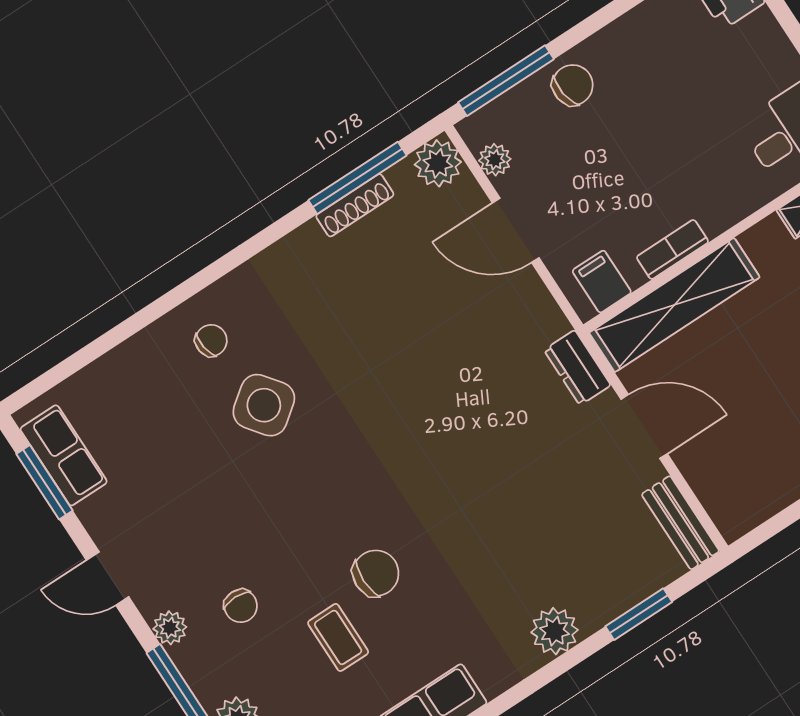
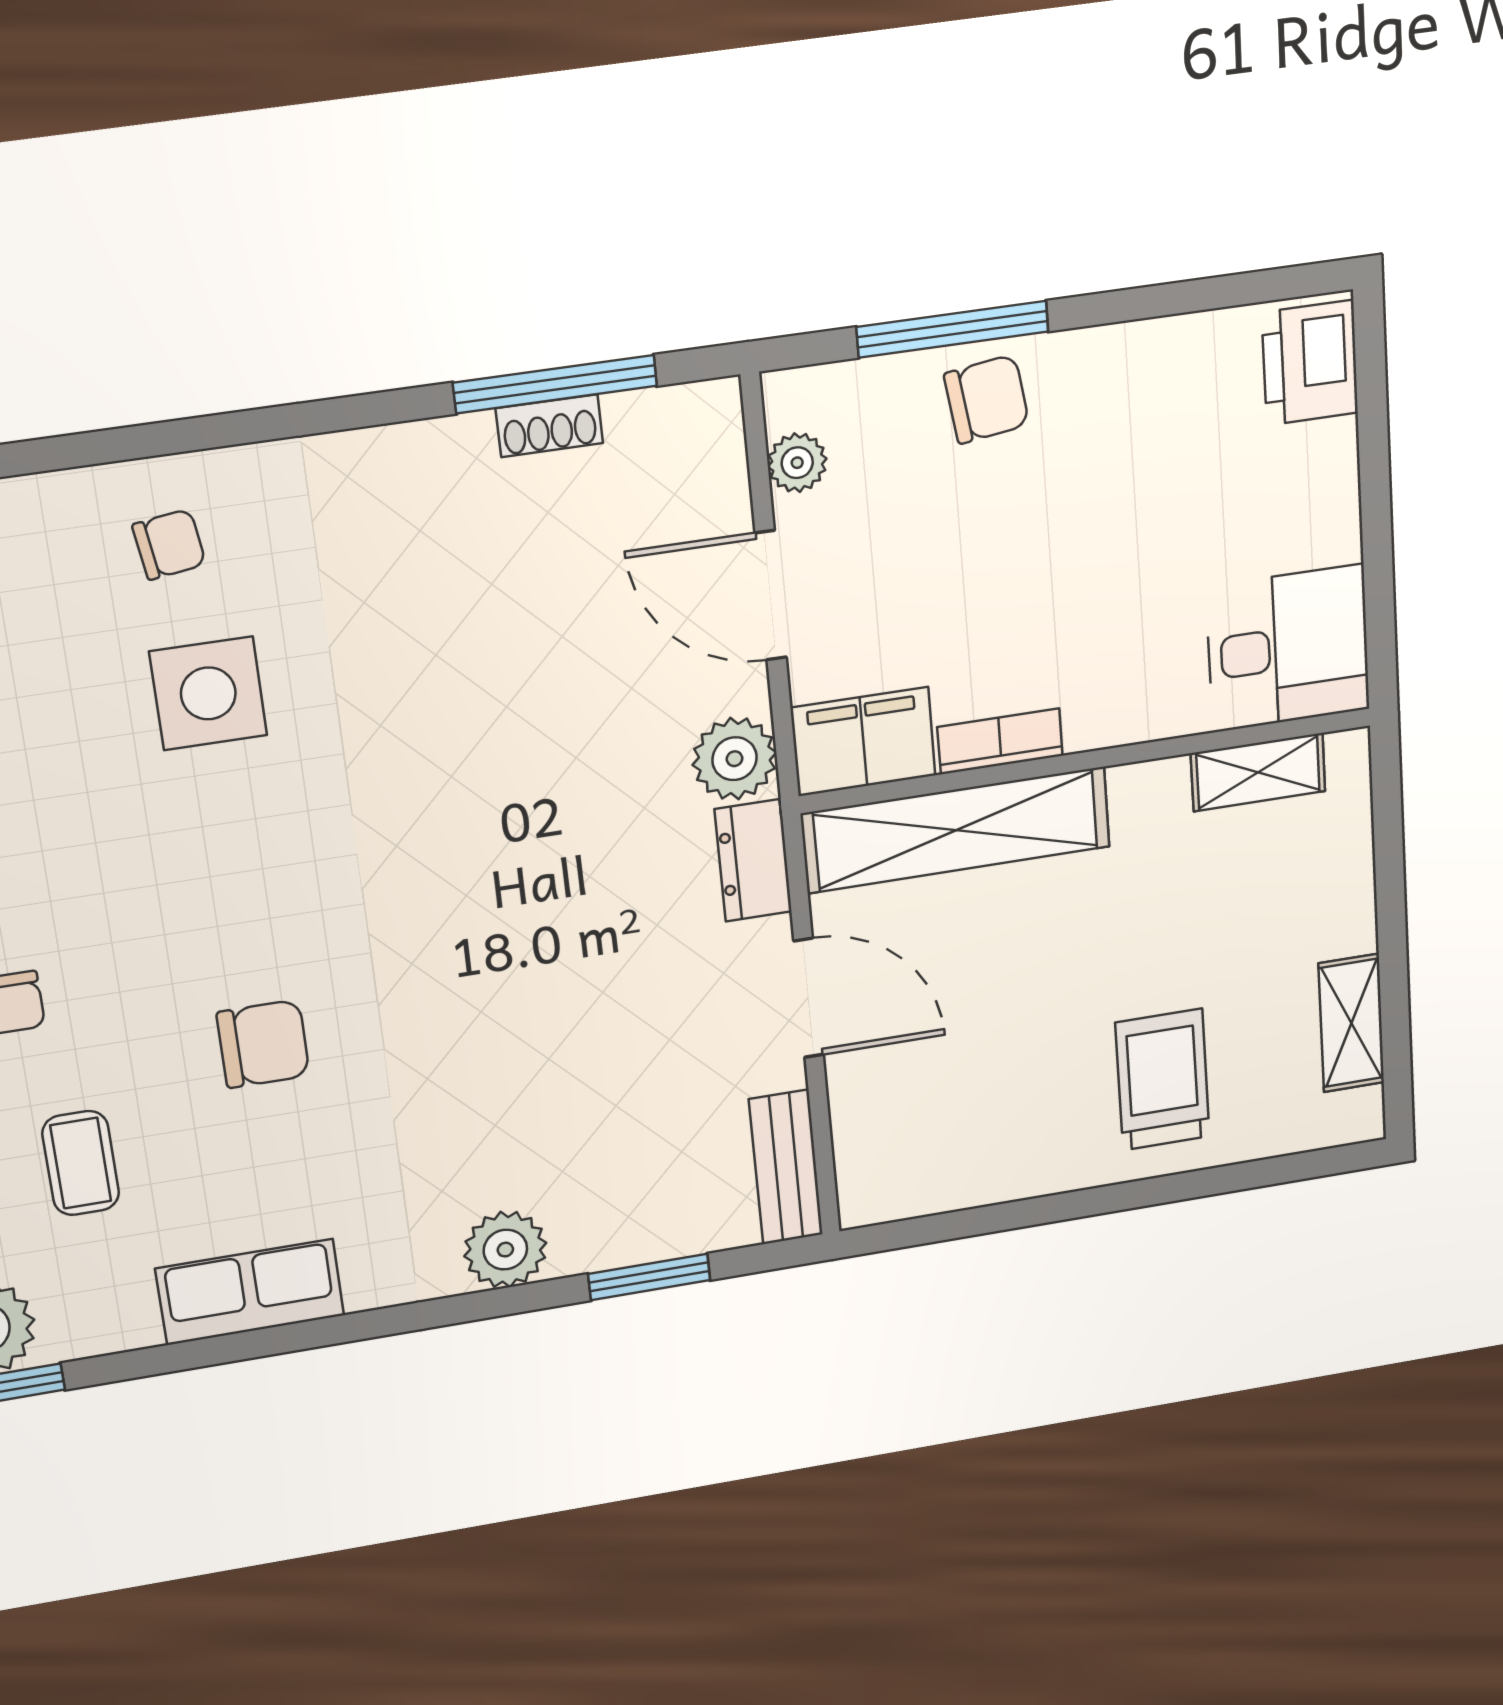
window: (506, 81) -> (953, 329), moved
plant: (438, 163) -> (735, 759), moved
shoe rack: (355, 205) -> (549, 426), width x0.70
filing cabinet: (602, 282) -> (863, 742), width x2.00
side table: (264, 405) -> (208, 693), turned 37
coffee table: (338, 637) -> (81, 1163), moved

